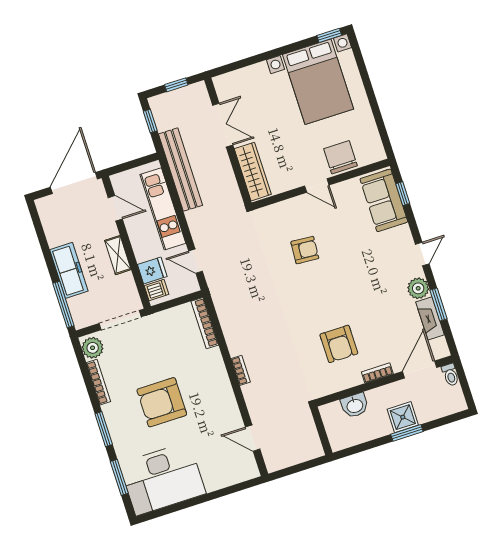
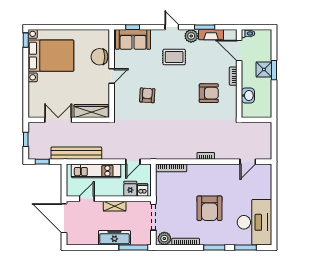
rug: (377, 272) -> (174, 57), added

